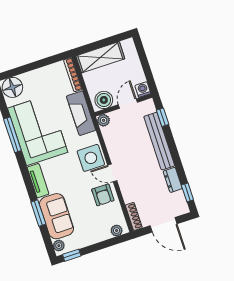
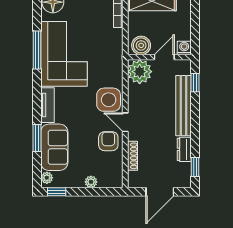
fireplace: (81, 113) -> (114, 51), removed
plant: (104, 120) -> (140, 72), width x1.87, depth x1.87
armchair: (103, 195) -> (108, 141), turned 180
shoe rack: (134, 216) -> (132, 156), moved
door: (164, 225) -> (160, 192), hinge flipped
plant: (117, 230) -> (91, 182), moved

